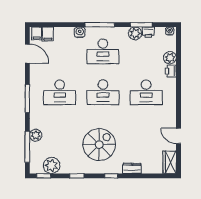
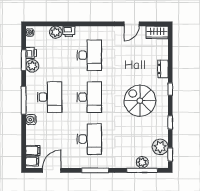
plant: (36, 135) -> (142, 162), moved

